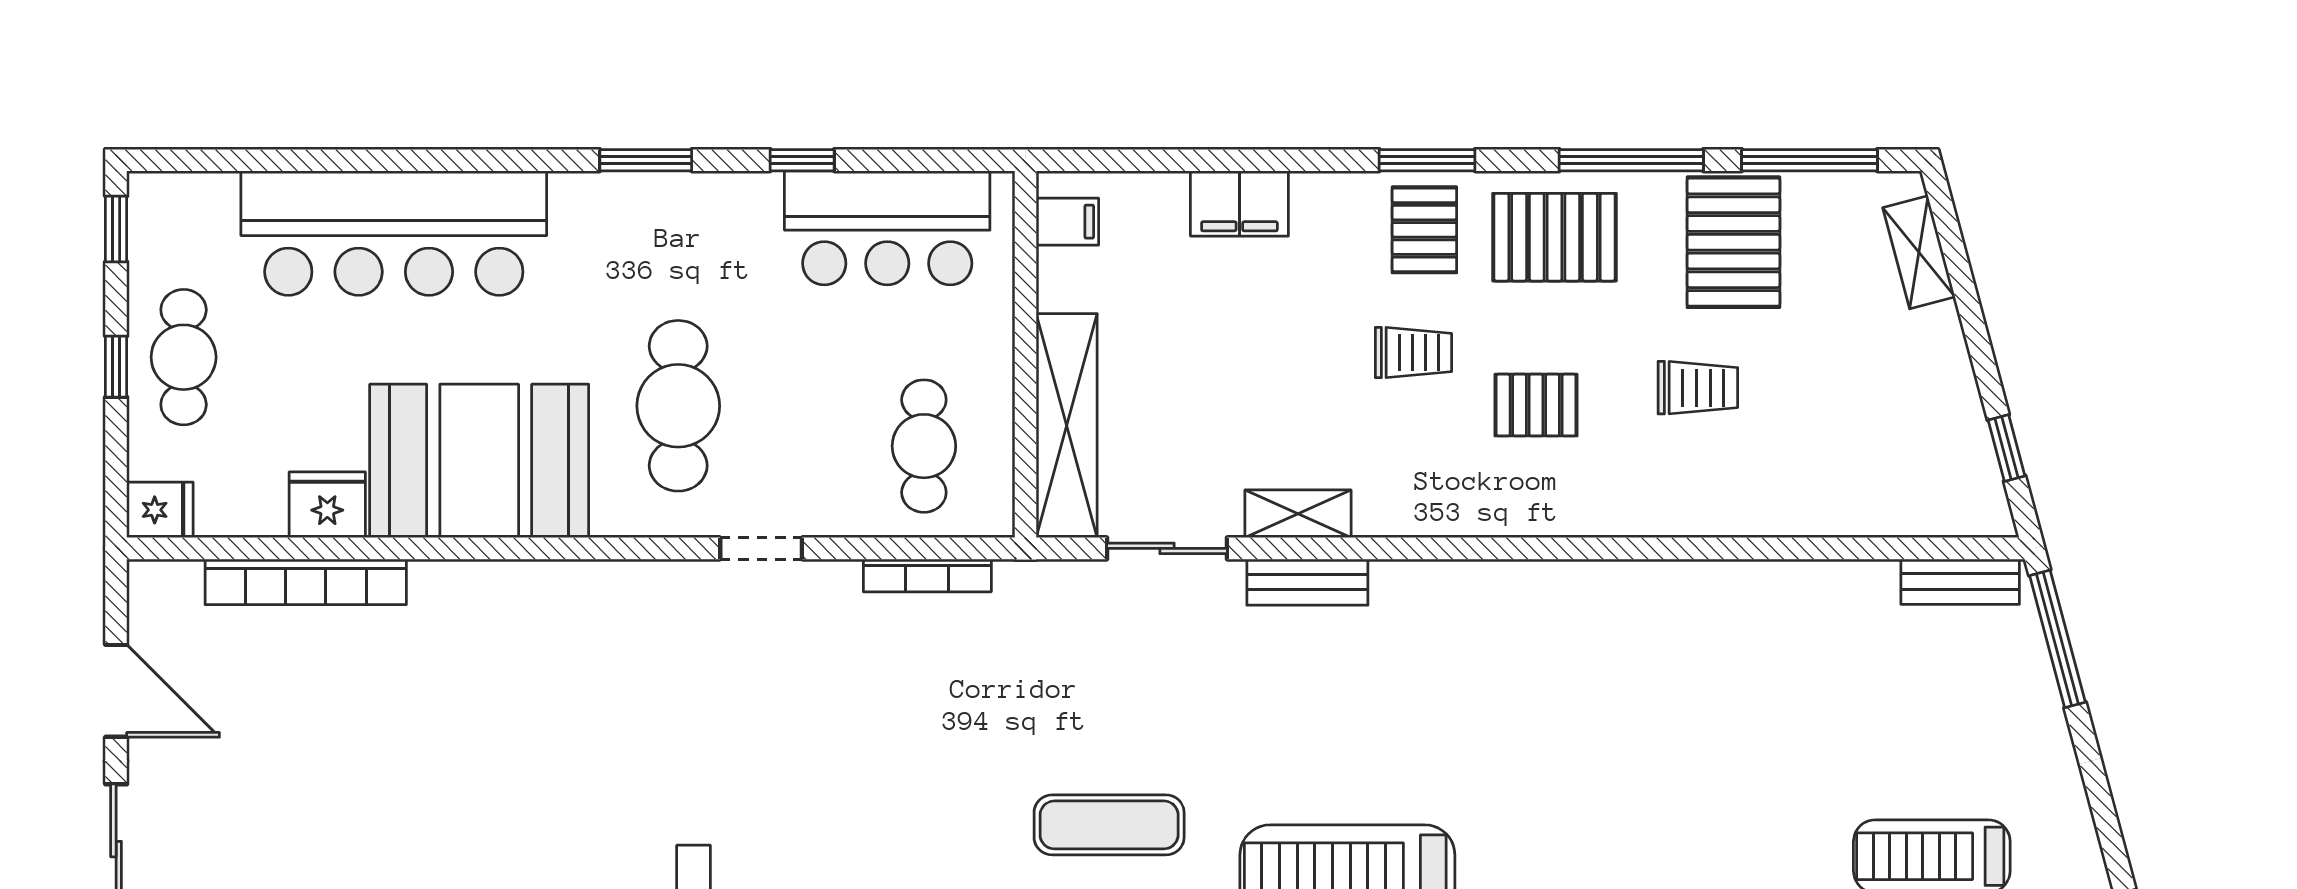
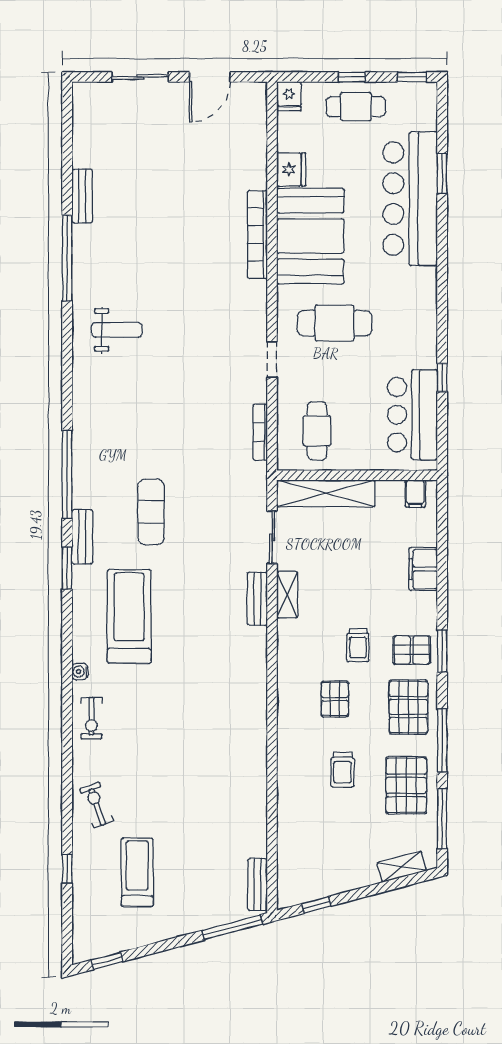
window: (646, 160) -> (442, 174), moved
pallet: (1733, 242) -> (406, 785), turned 90
cafe table: (924, 446) -> (317, 431), turned 90
bookcase: (306, 582) -> (257, 235), moved

